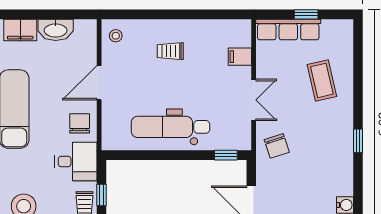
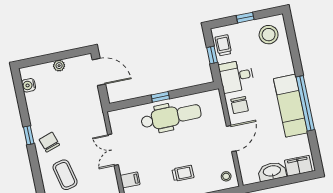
chair: (277, 146) -> (49, 142), moved
window: (226, 155) -> (160, 97), moved

